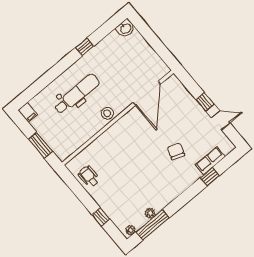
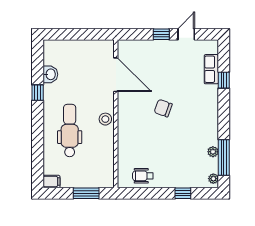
washbasin: (126, 28) -> (50, 74), moved
chair: (176, 151) -> (163, 108), moved

